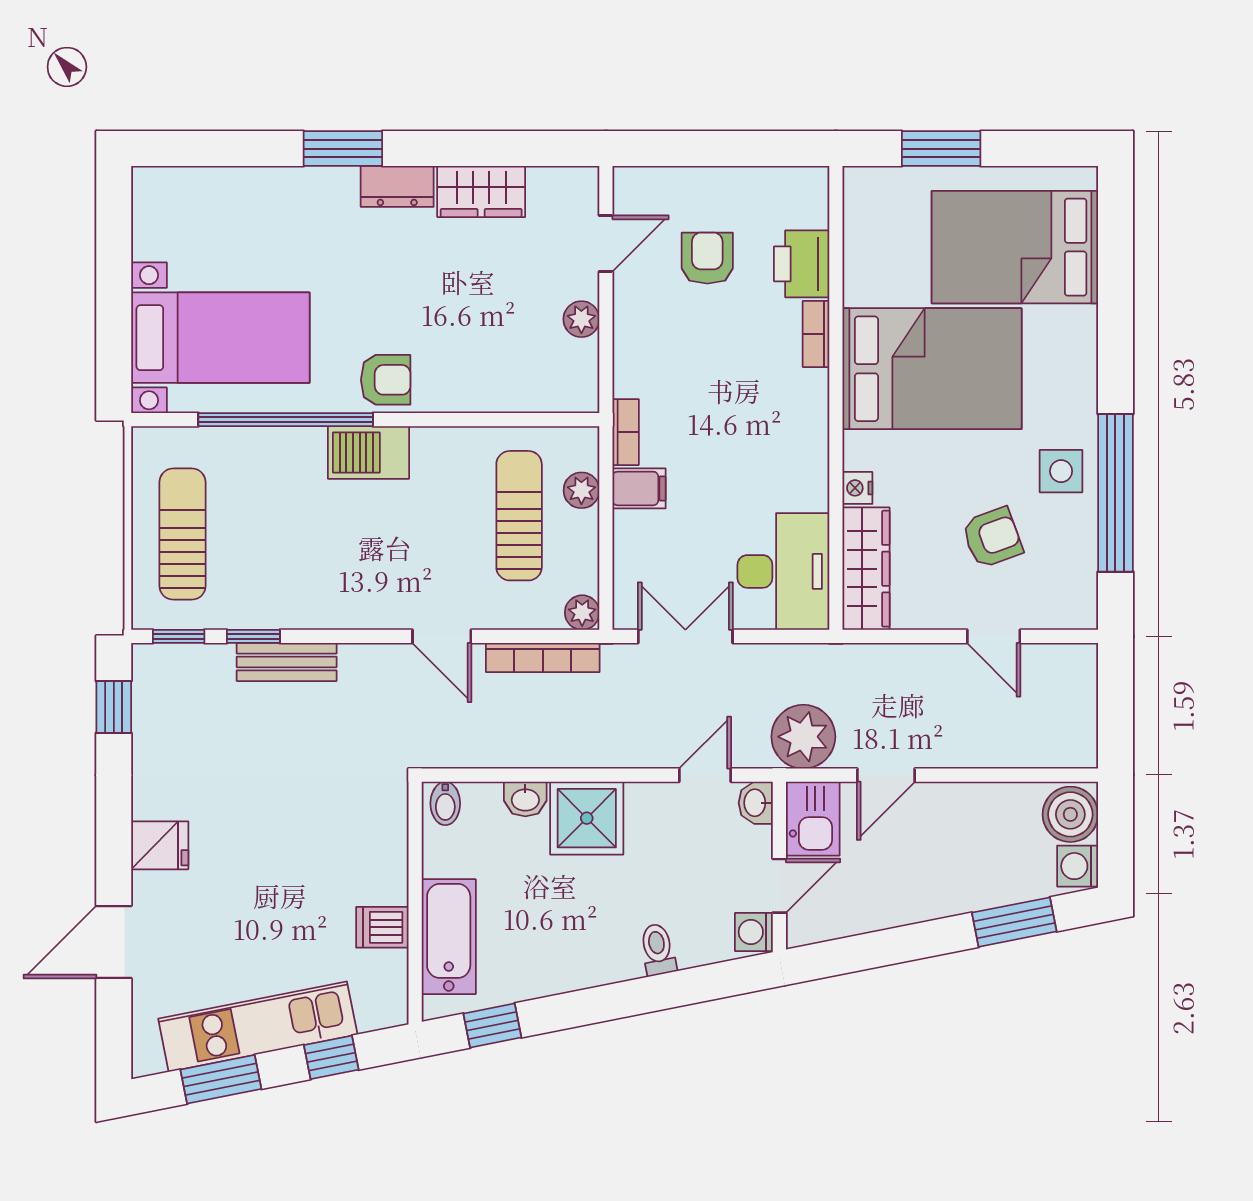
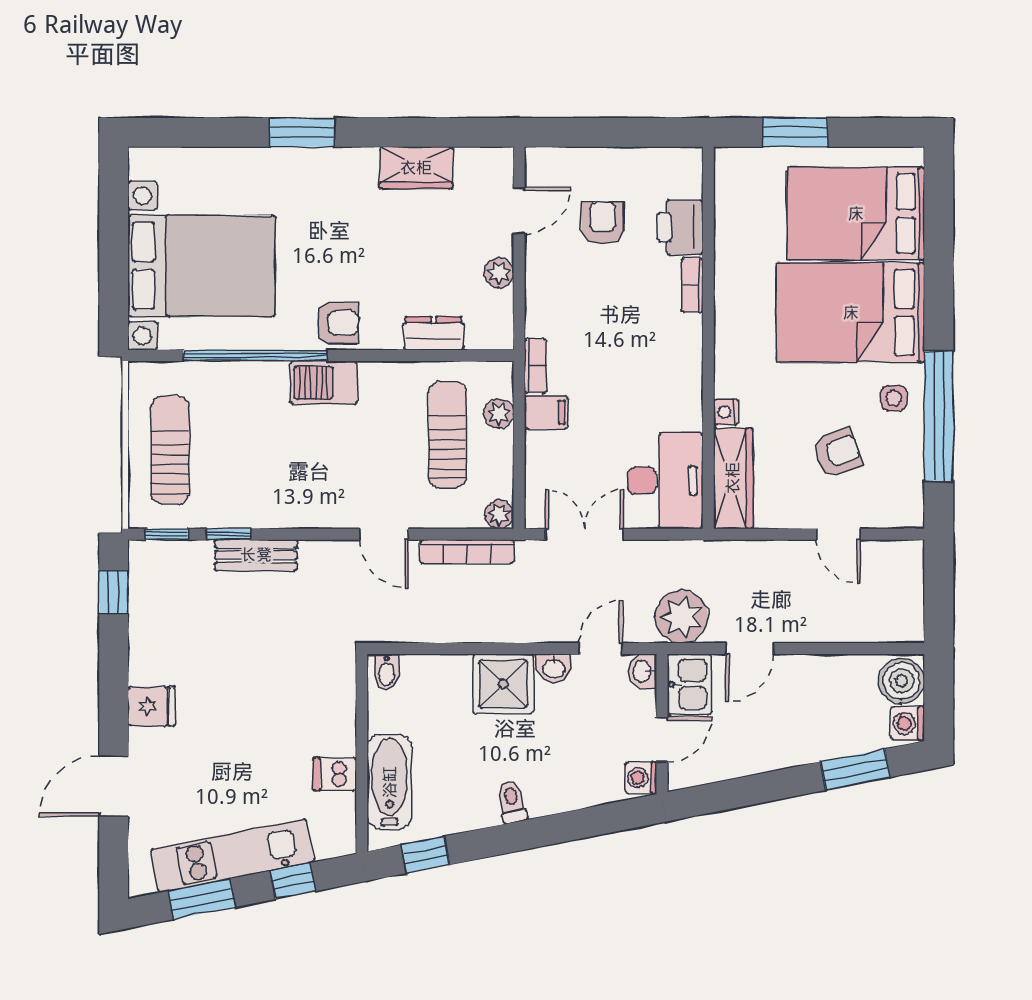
dresser: (397, 186) -> (434, 333), moved, turned 180
bed with nightstands: (220, 338) -> (201, 266), width x1.36
bed: (932, 369) -> (851, 313), moved, turned 180
side table: (1061, 471) -> (894, 398), width x0.73, depth x0.73
washbasin: (525, 799) -> (554, 668), moved
toilet: (658, 950) -> (512, 802), moved

